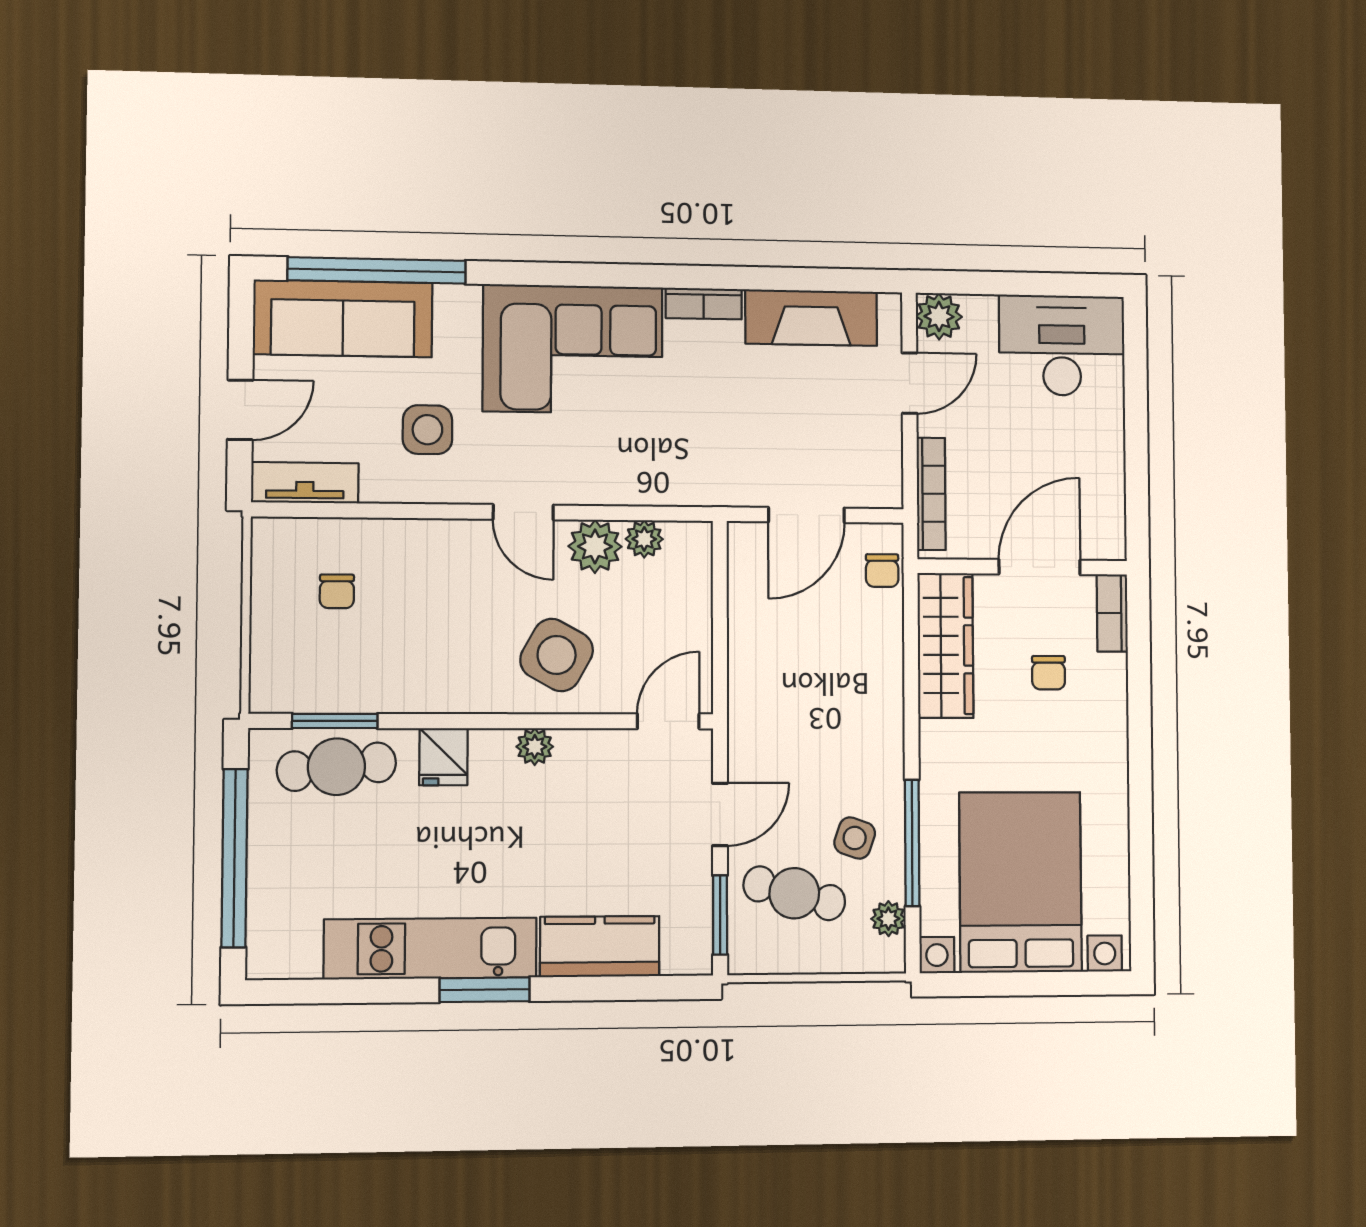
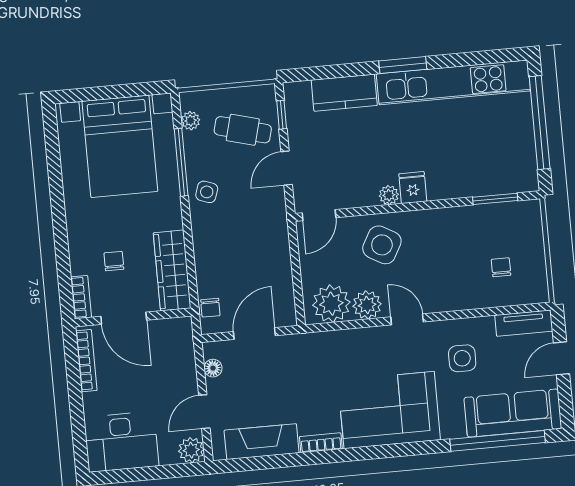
floor lamp: (887, 460) -> (213, 368), added
bookcase: (931, 494) -> (86, 361), moved, turned 180
plant: (644, 539) -> (331, 304), width x1.88, depth x1.88
door: (1040, 567) -> (124, 318), hinge flipped
chair: (882, 571) -> (210, 308), turned 180
fridge: (443, 757) -> (413, 188), moved
cafe table: (336, 767) -> (492, 175), removed
side table: (855, 838) -> (207, 192), moved
window: (720, 915) -> (282, 115), width x0.67
kitchen unit: (430, 948) -> (453, 82), width x1.36

